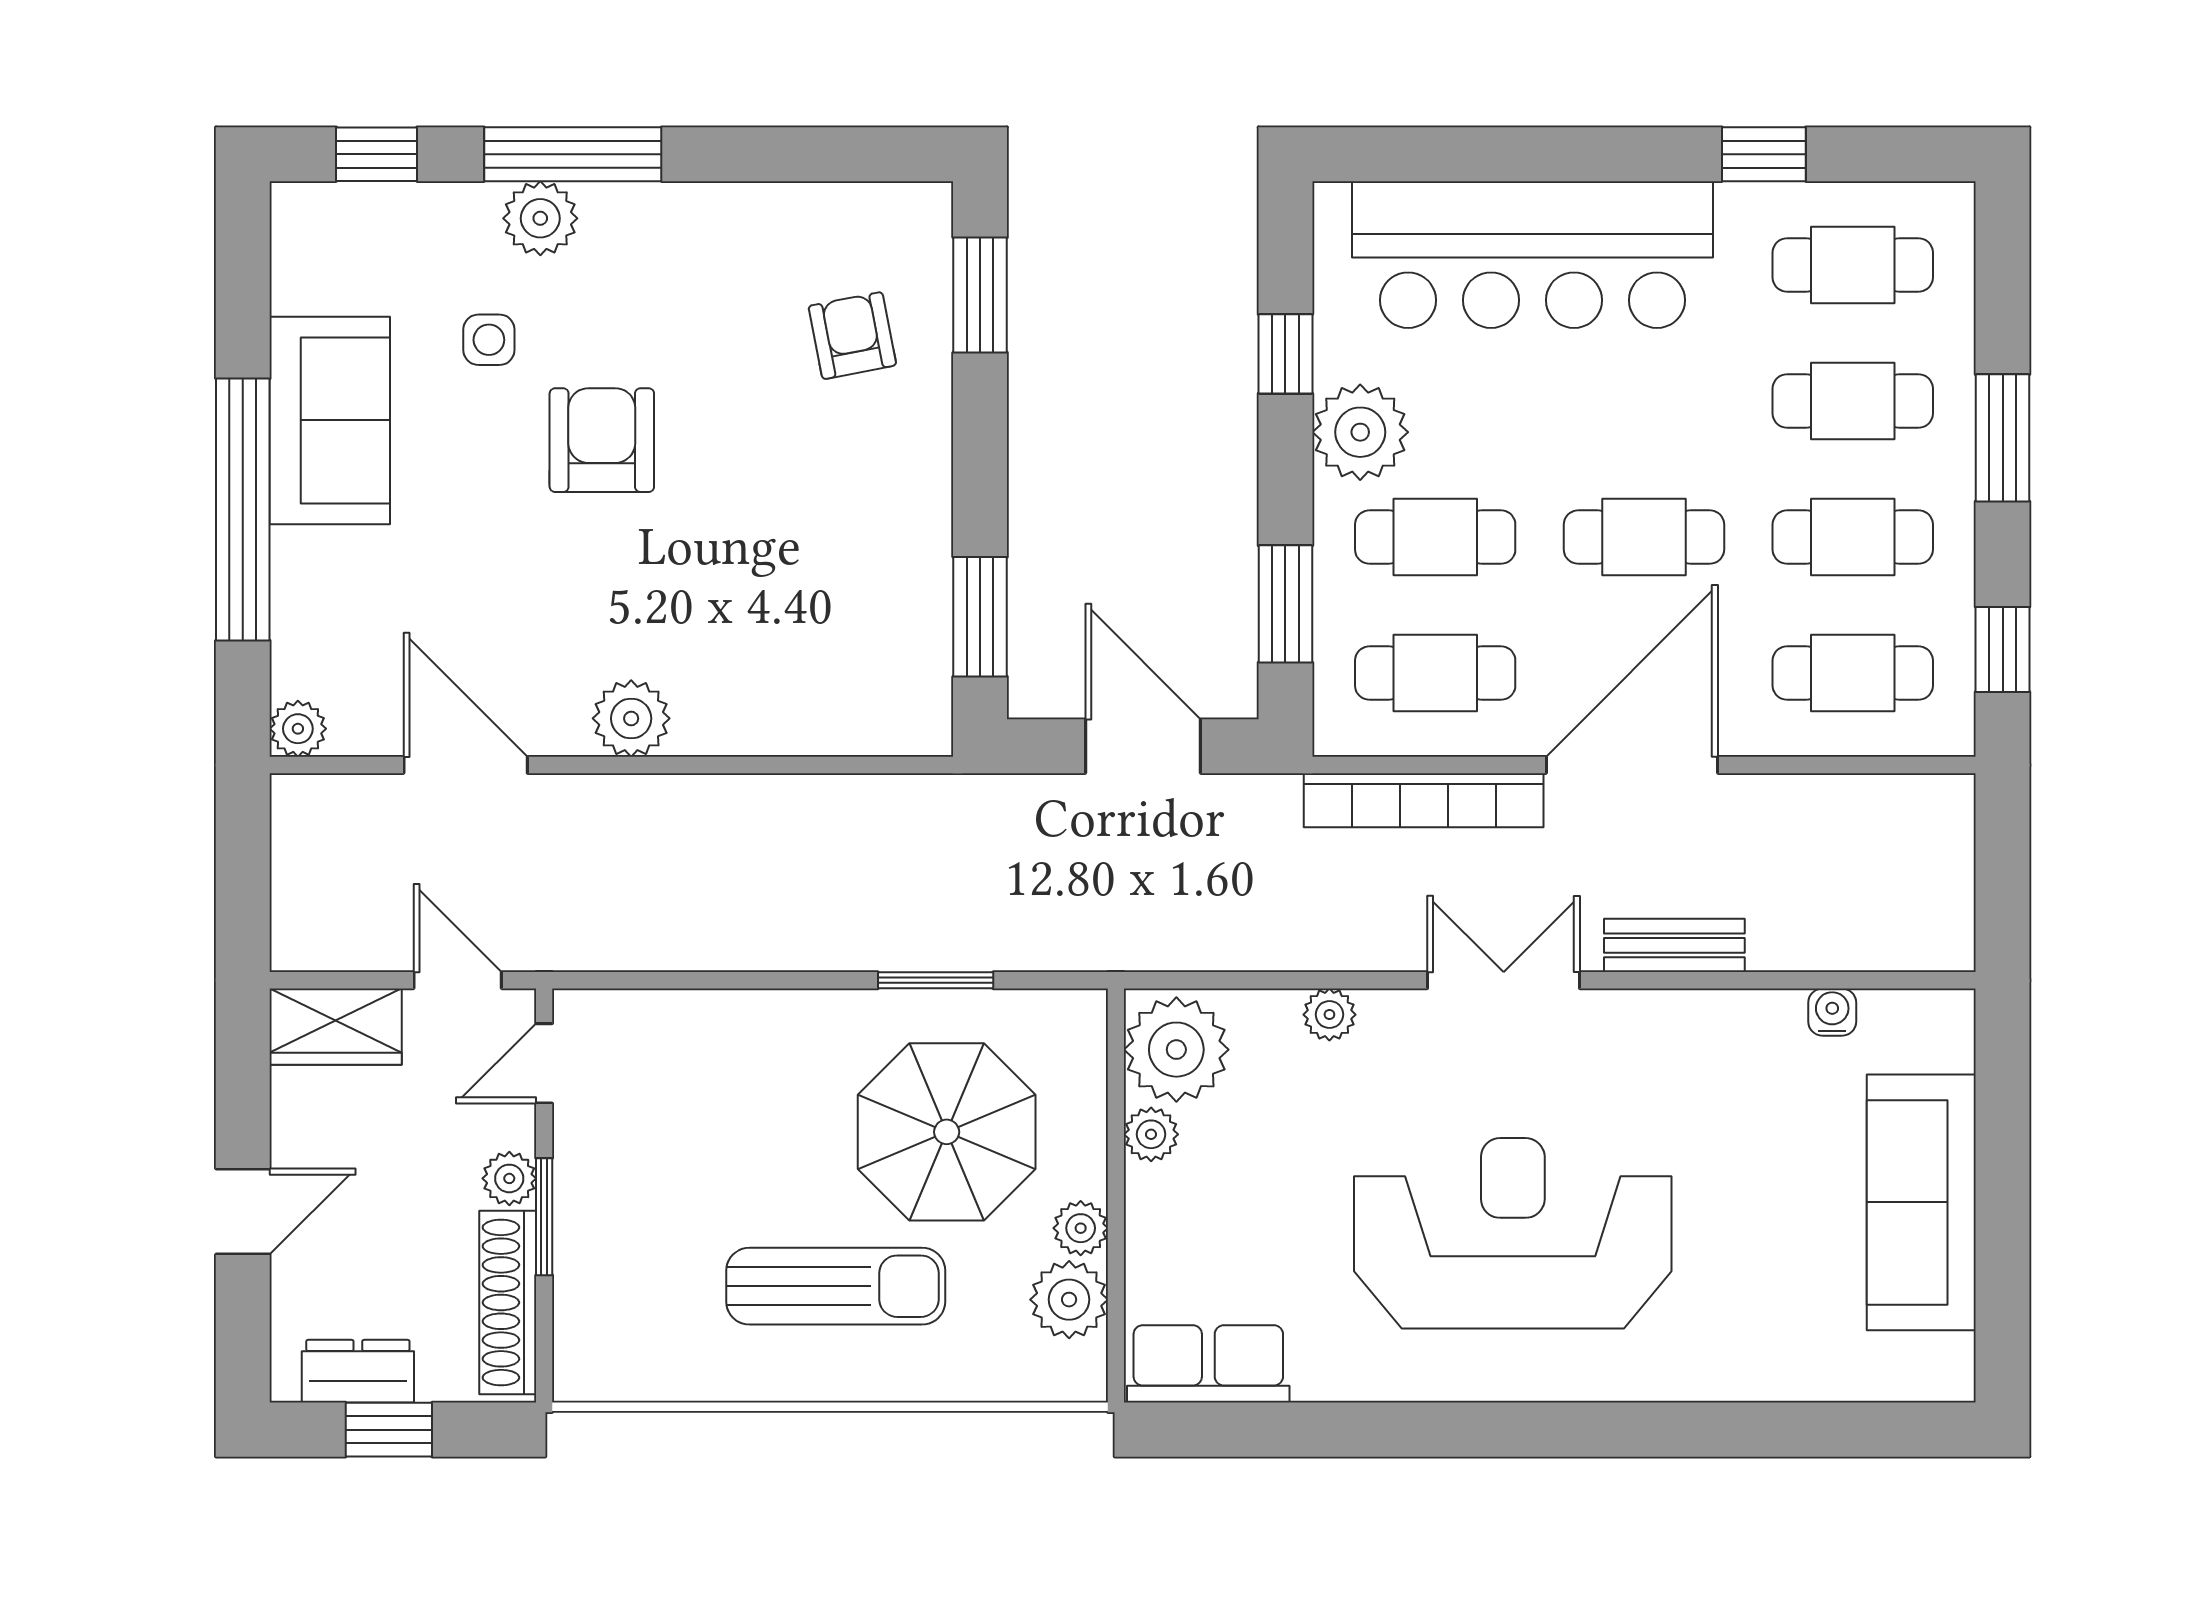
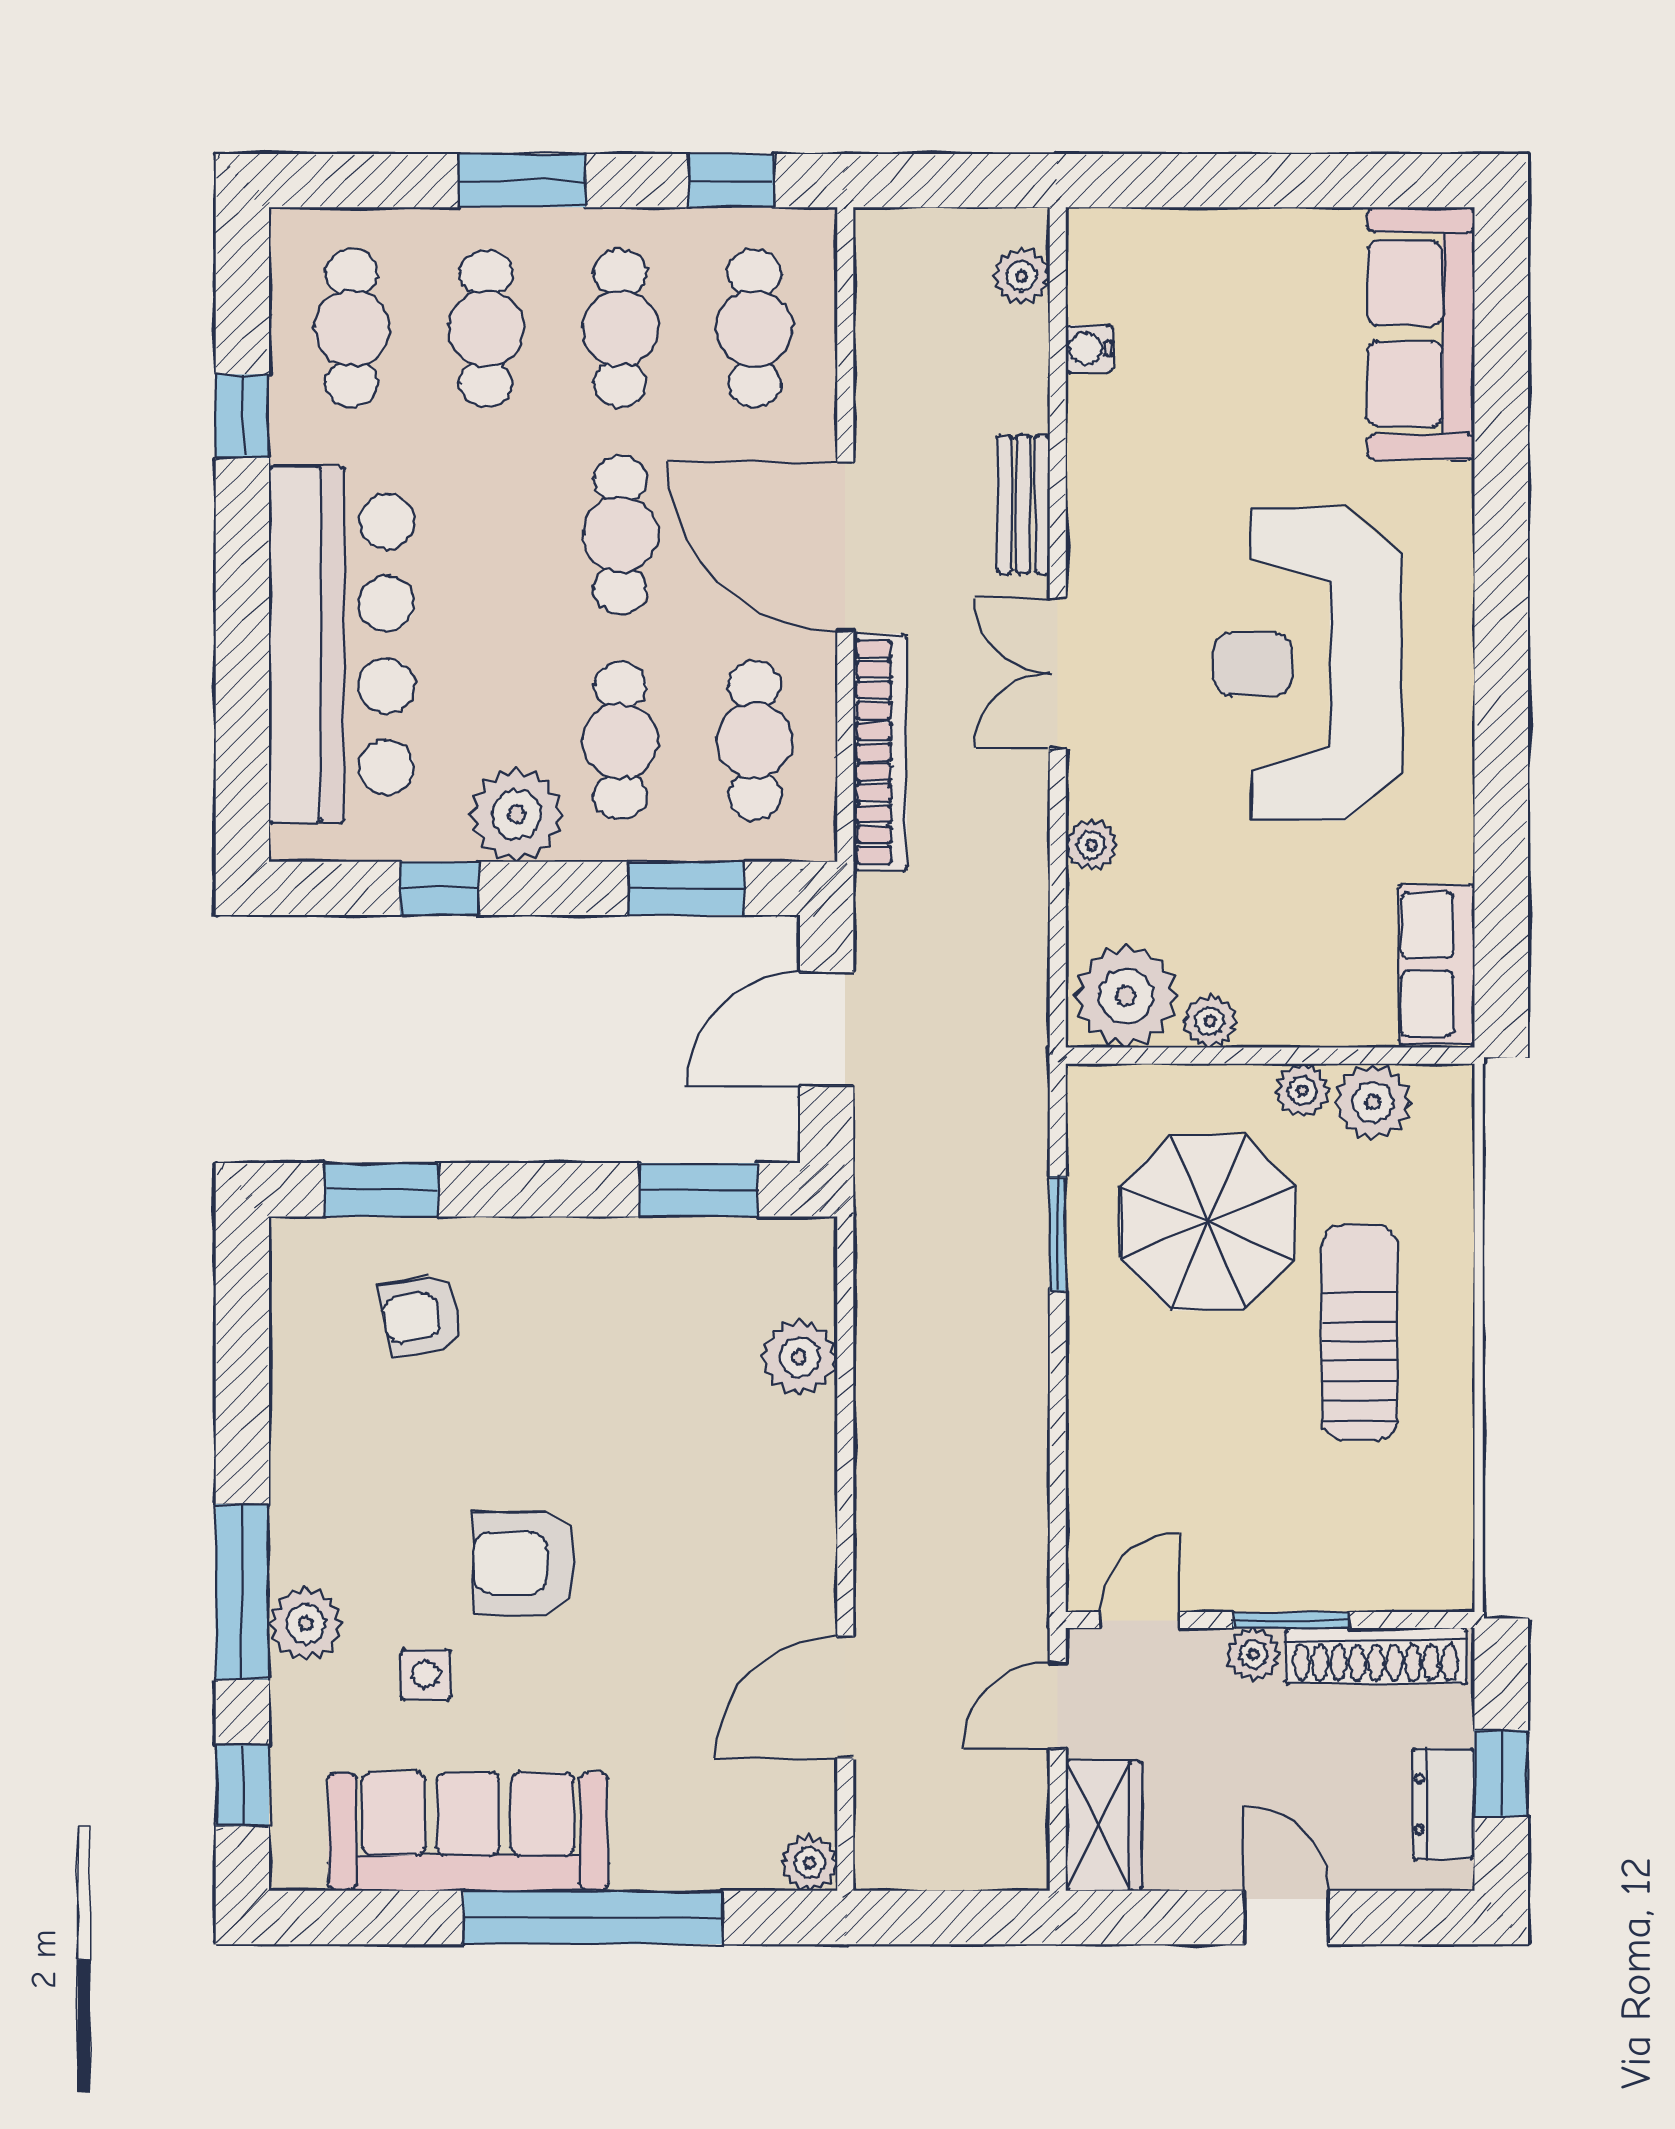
sofa: (330, 420) -> (468, 1832), width x1.36
plant: (631, 718) -> (799, 1357), moved
plant: (1906, 944) -> (1022, 276), added
door: (544, 1063) -> (1140, 1620), swing flipped
sofa: (1921, 1202) -> (1421, 333), moved, turned 90

